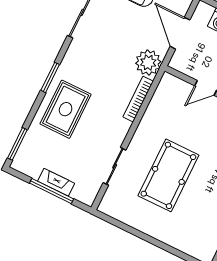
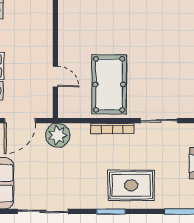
bookcase: (138, 99) -> (112, 129), moved
pool table: (168, 175) -> (109, 84), moved, turned 90

